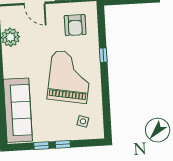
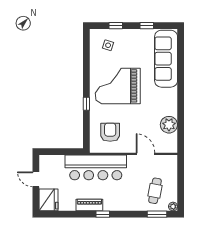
grand piano: (70, 77) -> (118, 86), turned 80
window: (63, 144) -> (116, 26), moved

